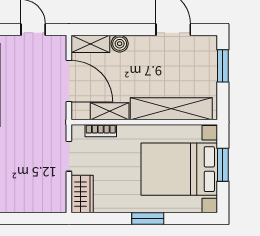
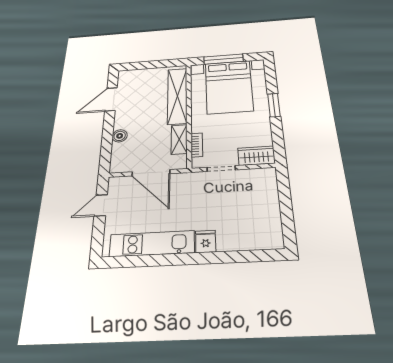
shelving: (90, 44) -> (118, 158), removed
window: (223, 66) -> (143, 65), removed
door: (69, 81) -> (151, 173), swing flipped
window: (223, 165) -> (223, 59), width x1.44

